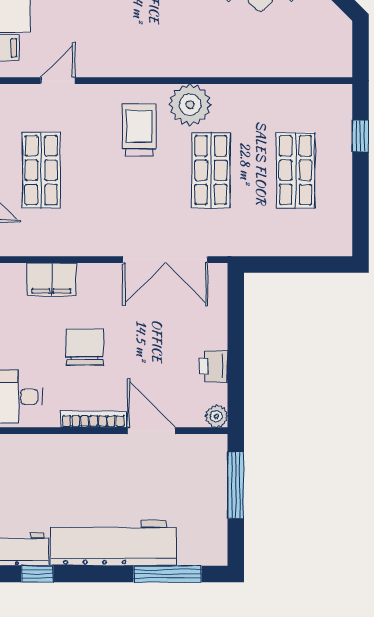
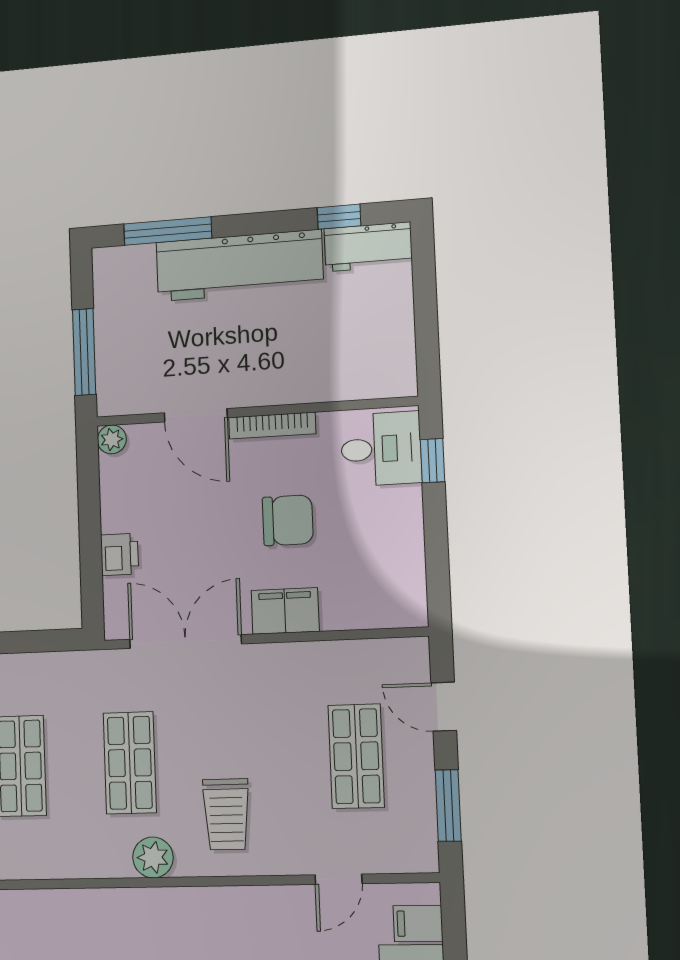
plant: (190, 105) -> (153, 857), width x0.73, depth x0.73
filing cabinet: (51, 279) -> (285, 611), moved
chair: (85, 347) -> (288, 520), turned -90
printer: (213, 366) -> (119, 554), moved

